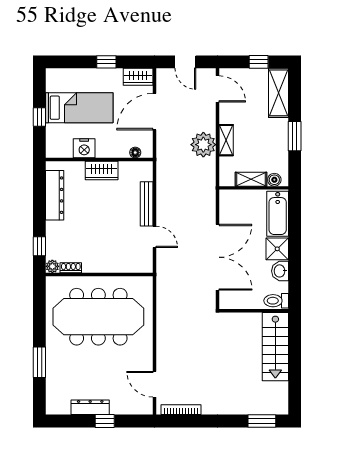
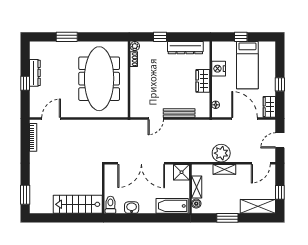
window: (39, 246) -> (160, 37), moved
shower: (277, 249) -> (182, 172), moved

